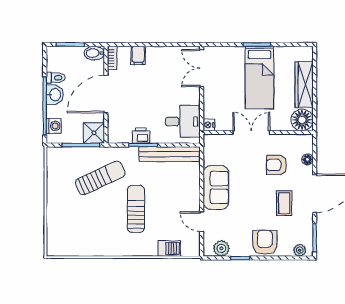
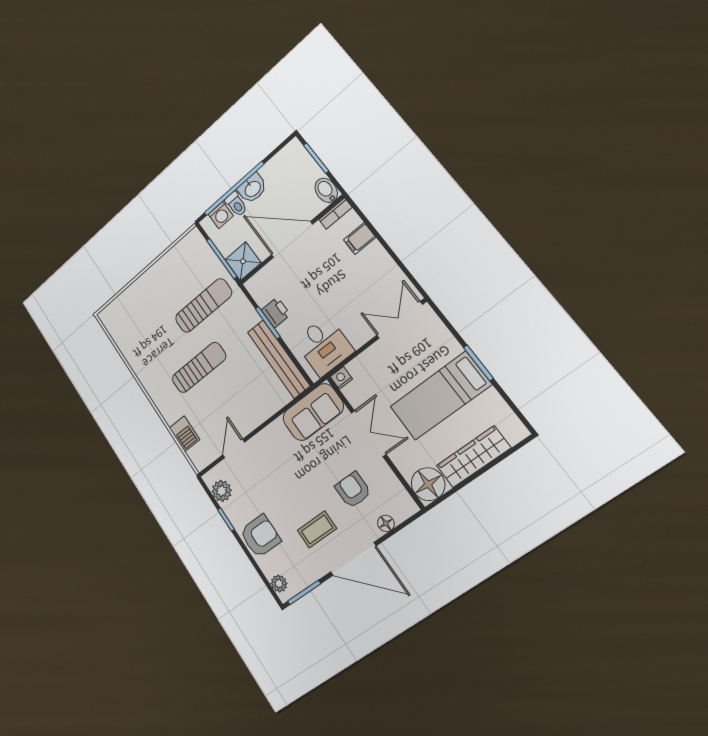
toilet: (56, 78) -> (236, 204), moved
sun lounger: (100, 178) -> (203, 306), turned -65
sofa: (216, 187) -> (313, 412), moved

